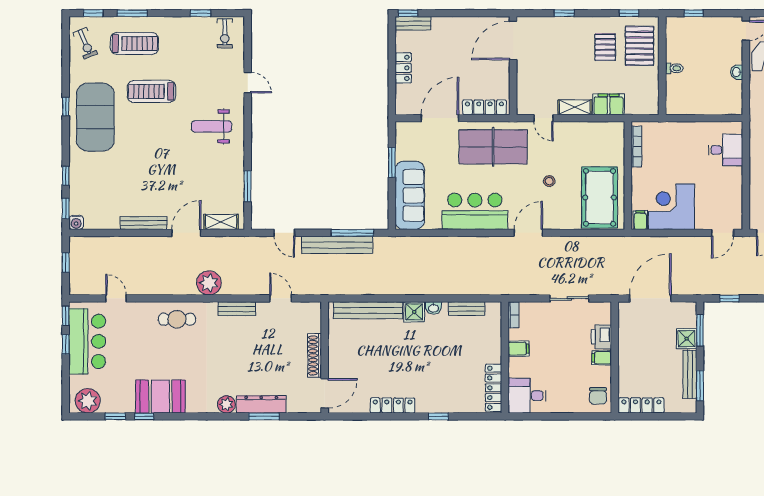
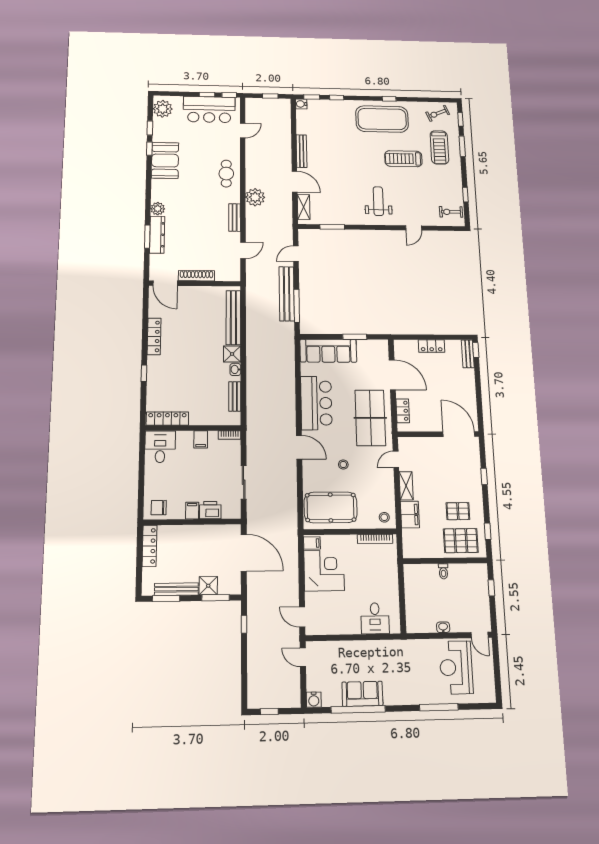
treadmill: (152, 91) -> (403, 159), turned -90
locker: (484, 107) -> (403, 411), width x0.66
stool: (612, 135) -> (384, 517), added

